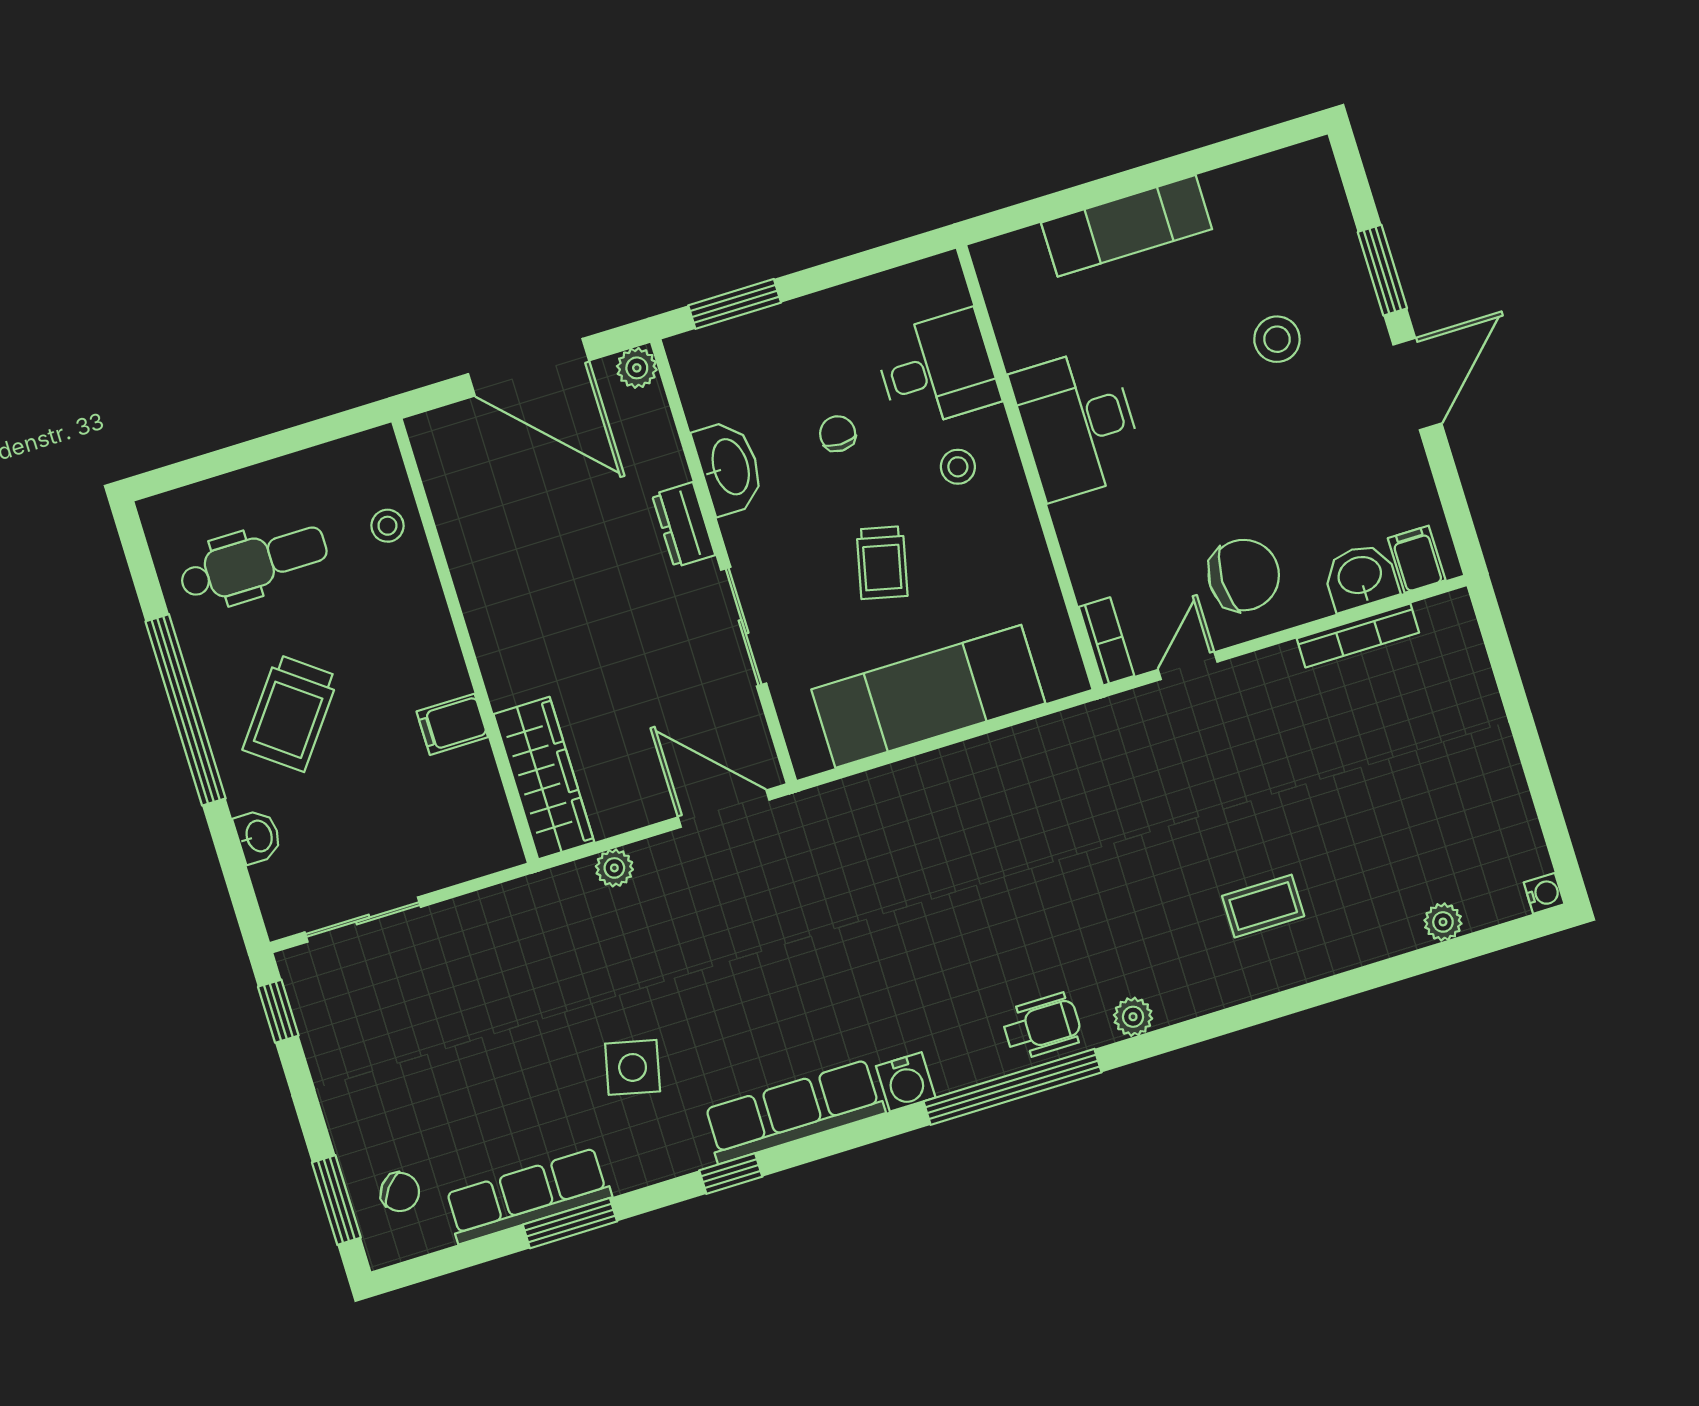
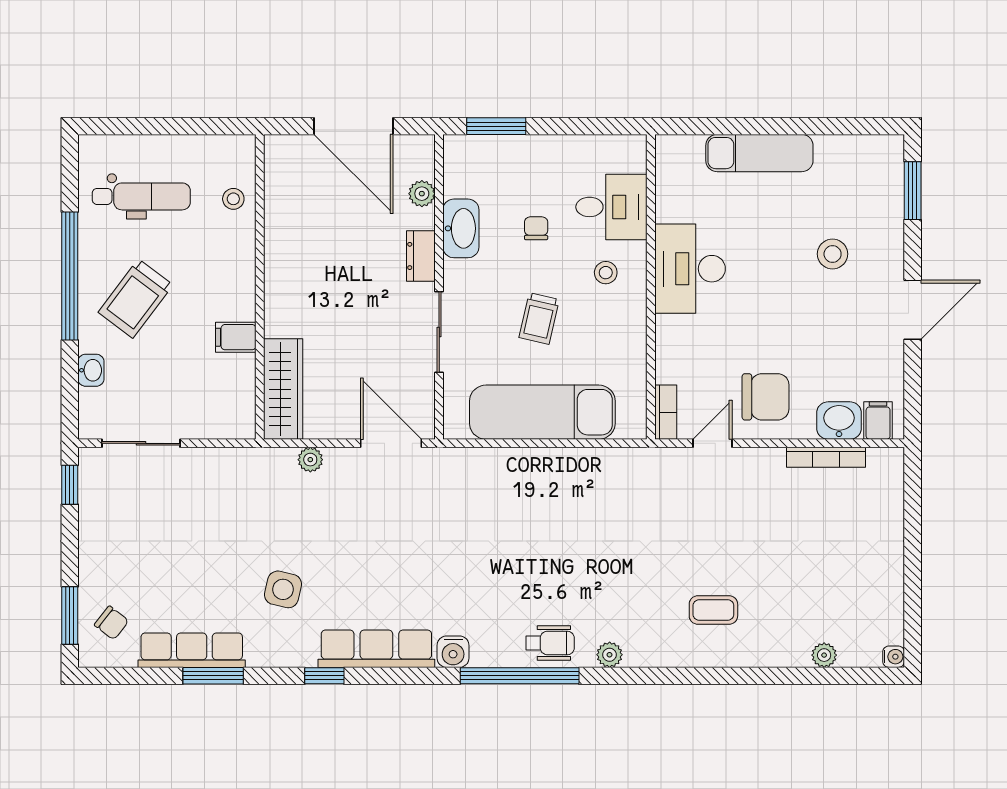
window: (1382, 270) -> (913, 191), moved
plant: (637, 368) -> (422, 194), moved

